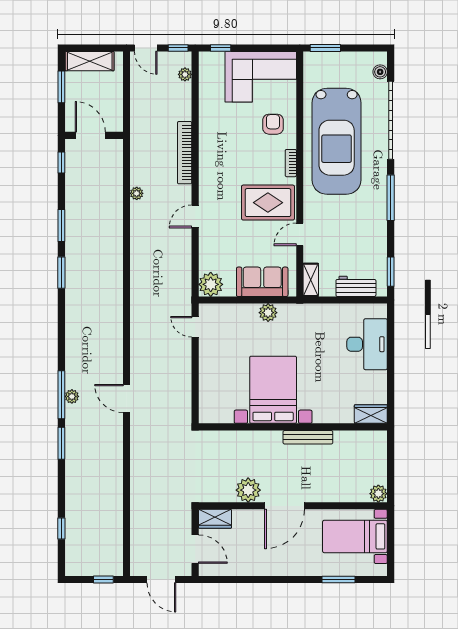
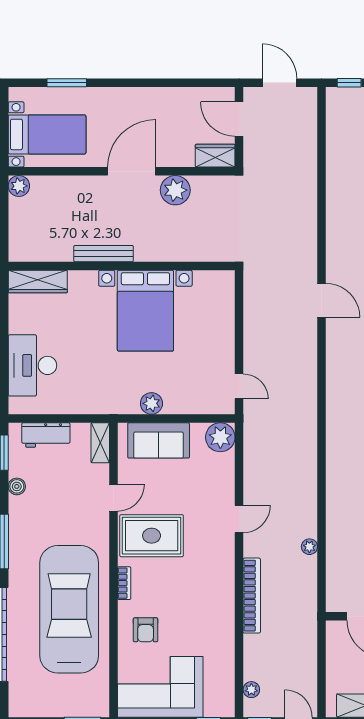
boiler: (380, 72) -> (17, 486), moved
wardrobe: (371, 414) -> (38, 282), width x1.50

